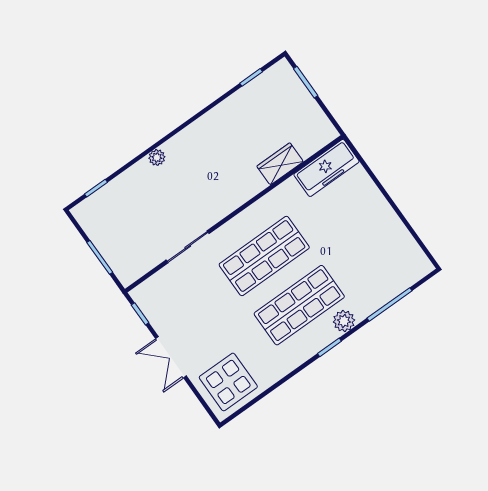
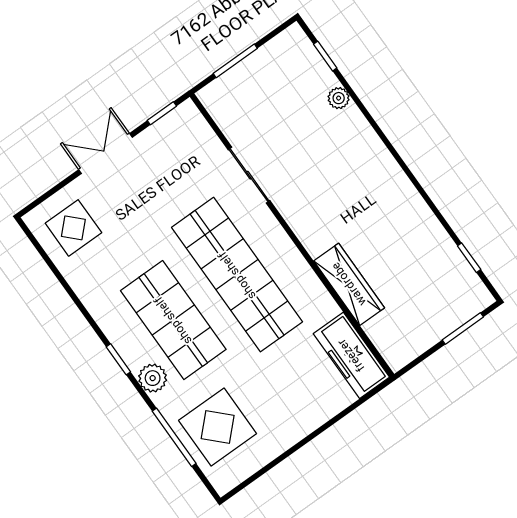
plant: (157, 157) -> (339, 98), moved
wardrobe: (280, 164) -> (349, 284), width x1.50
shop shelf: (264, 256) -> (237, 275), width x1.40
display table: (382, 271) -> (218, 427), added
display table: (228, 382) -> (73, 228), width x0.73, depth x0.73

